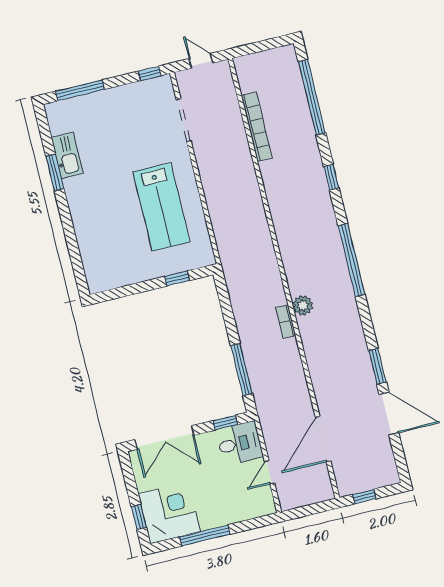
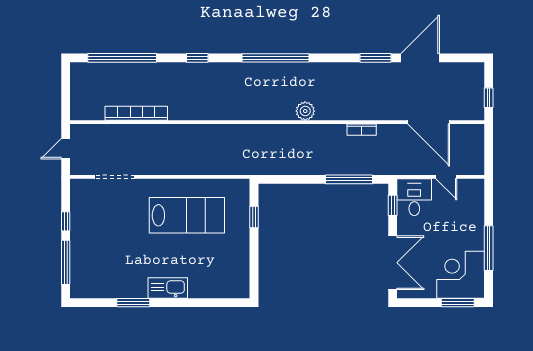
window: (150, 73) -> (66, 221), moved
kitchen sink: (67, 155) -> (168, 288), moved
bookcase: (286, 322) -> (362, 130), moved
window: (139, 517) -> (458, 303), width x1.50

